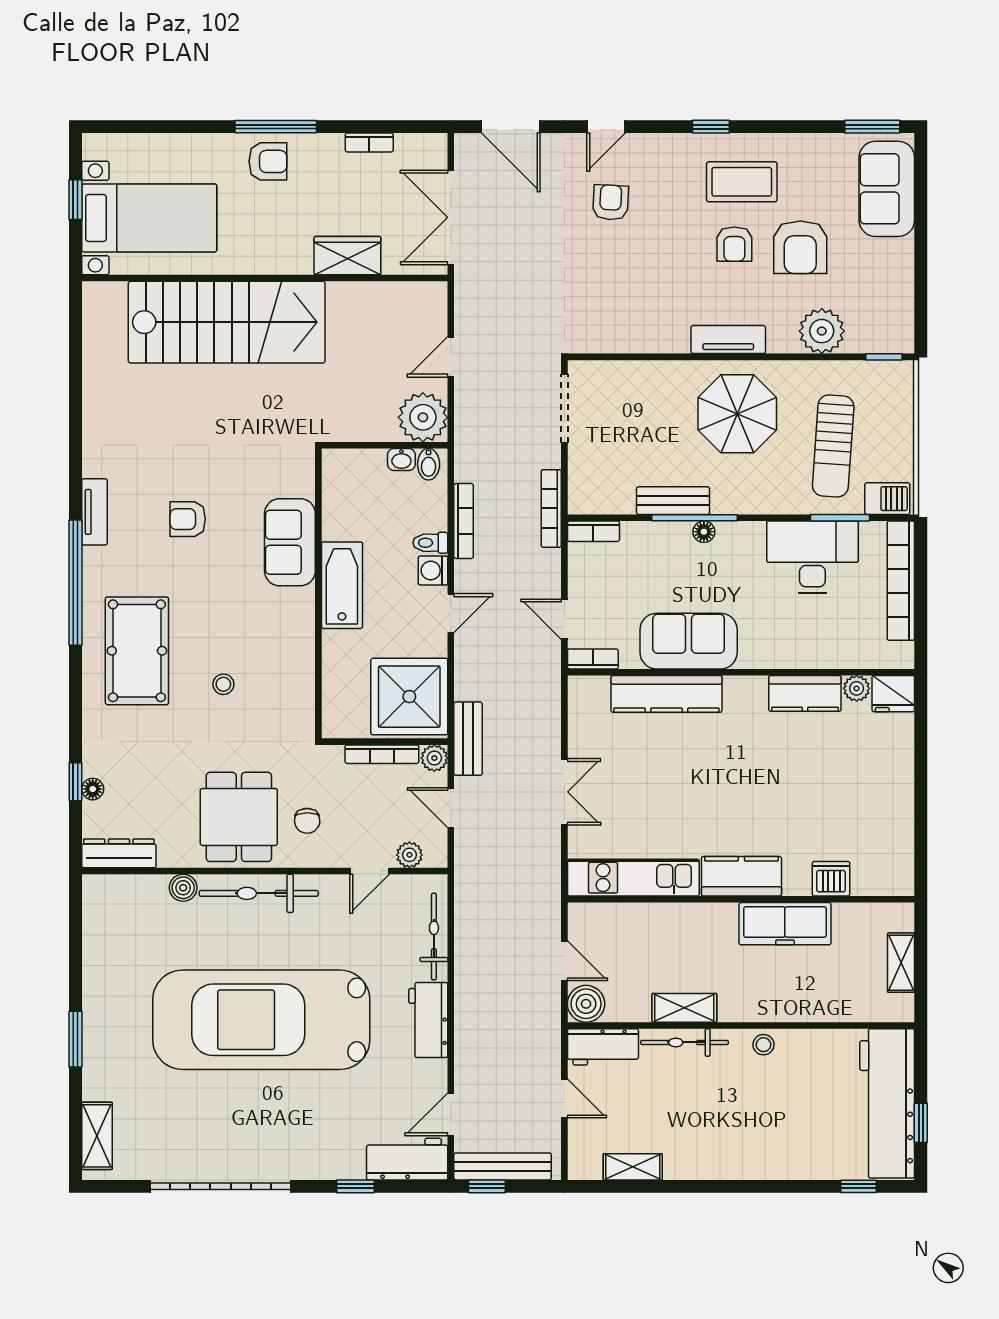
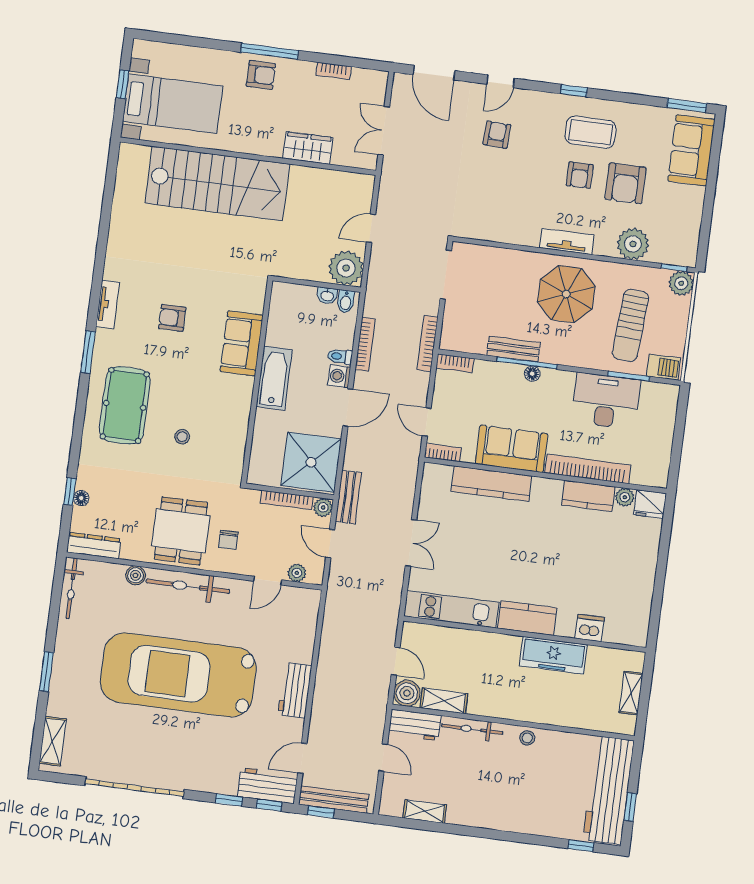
double door: (451, 217) -> (384, 131), width x0.73
plant: (897, 378) -> (681, 283), added
bookcase: (901, 581) -> (588, 469), moved, turned 90
window: (76, 583) -> (88, 352), width x0.47
door: (451, 613) -> (348, 408), width x1.37
bicycle: (434, 937) -> (72, 588), moved, turned 180
shelving: (684, 1008) -> (444, 701), moved
window: (413, 1186) -> (269, 805), added

